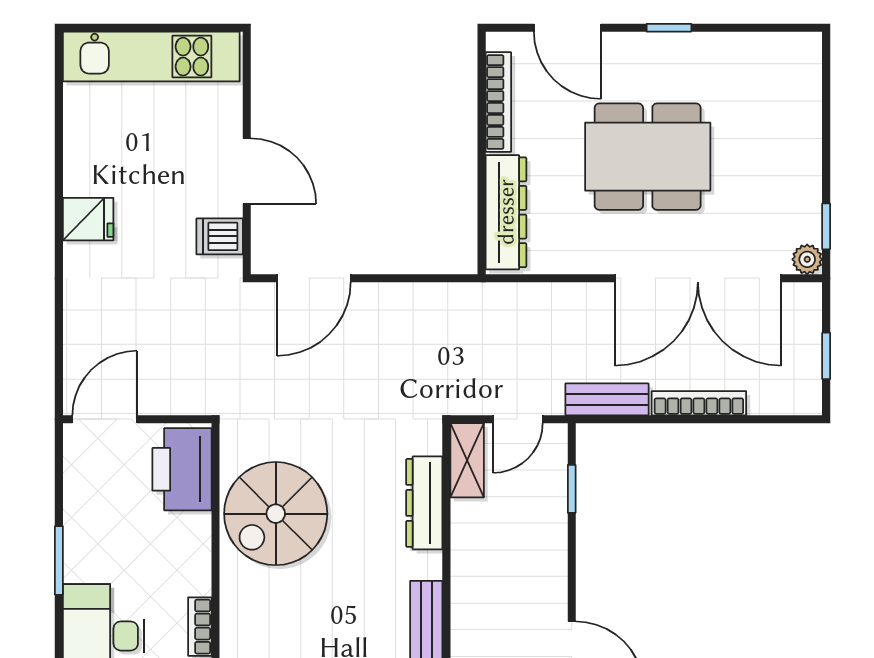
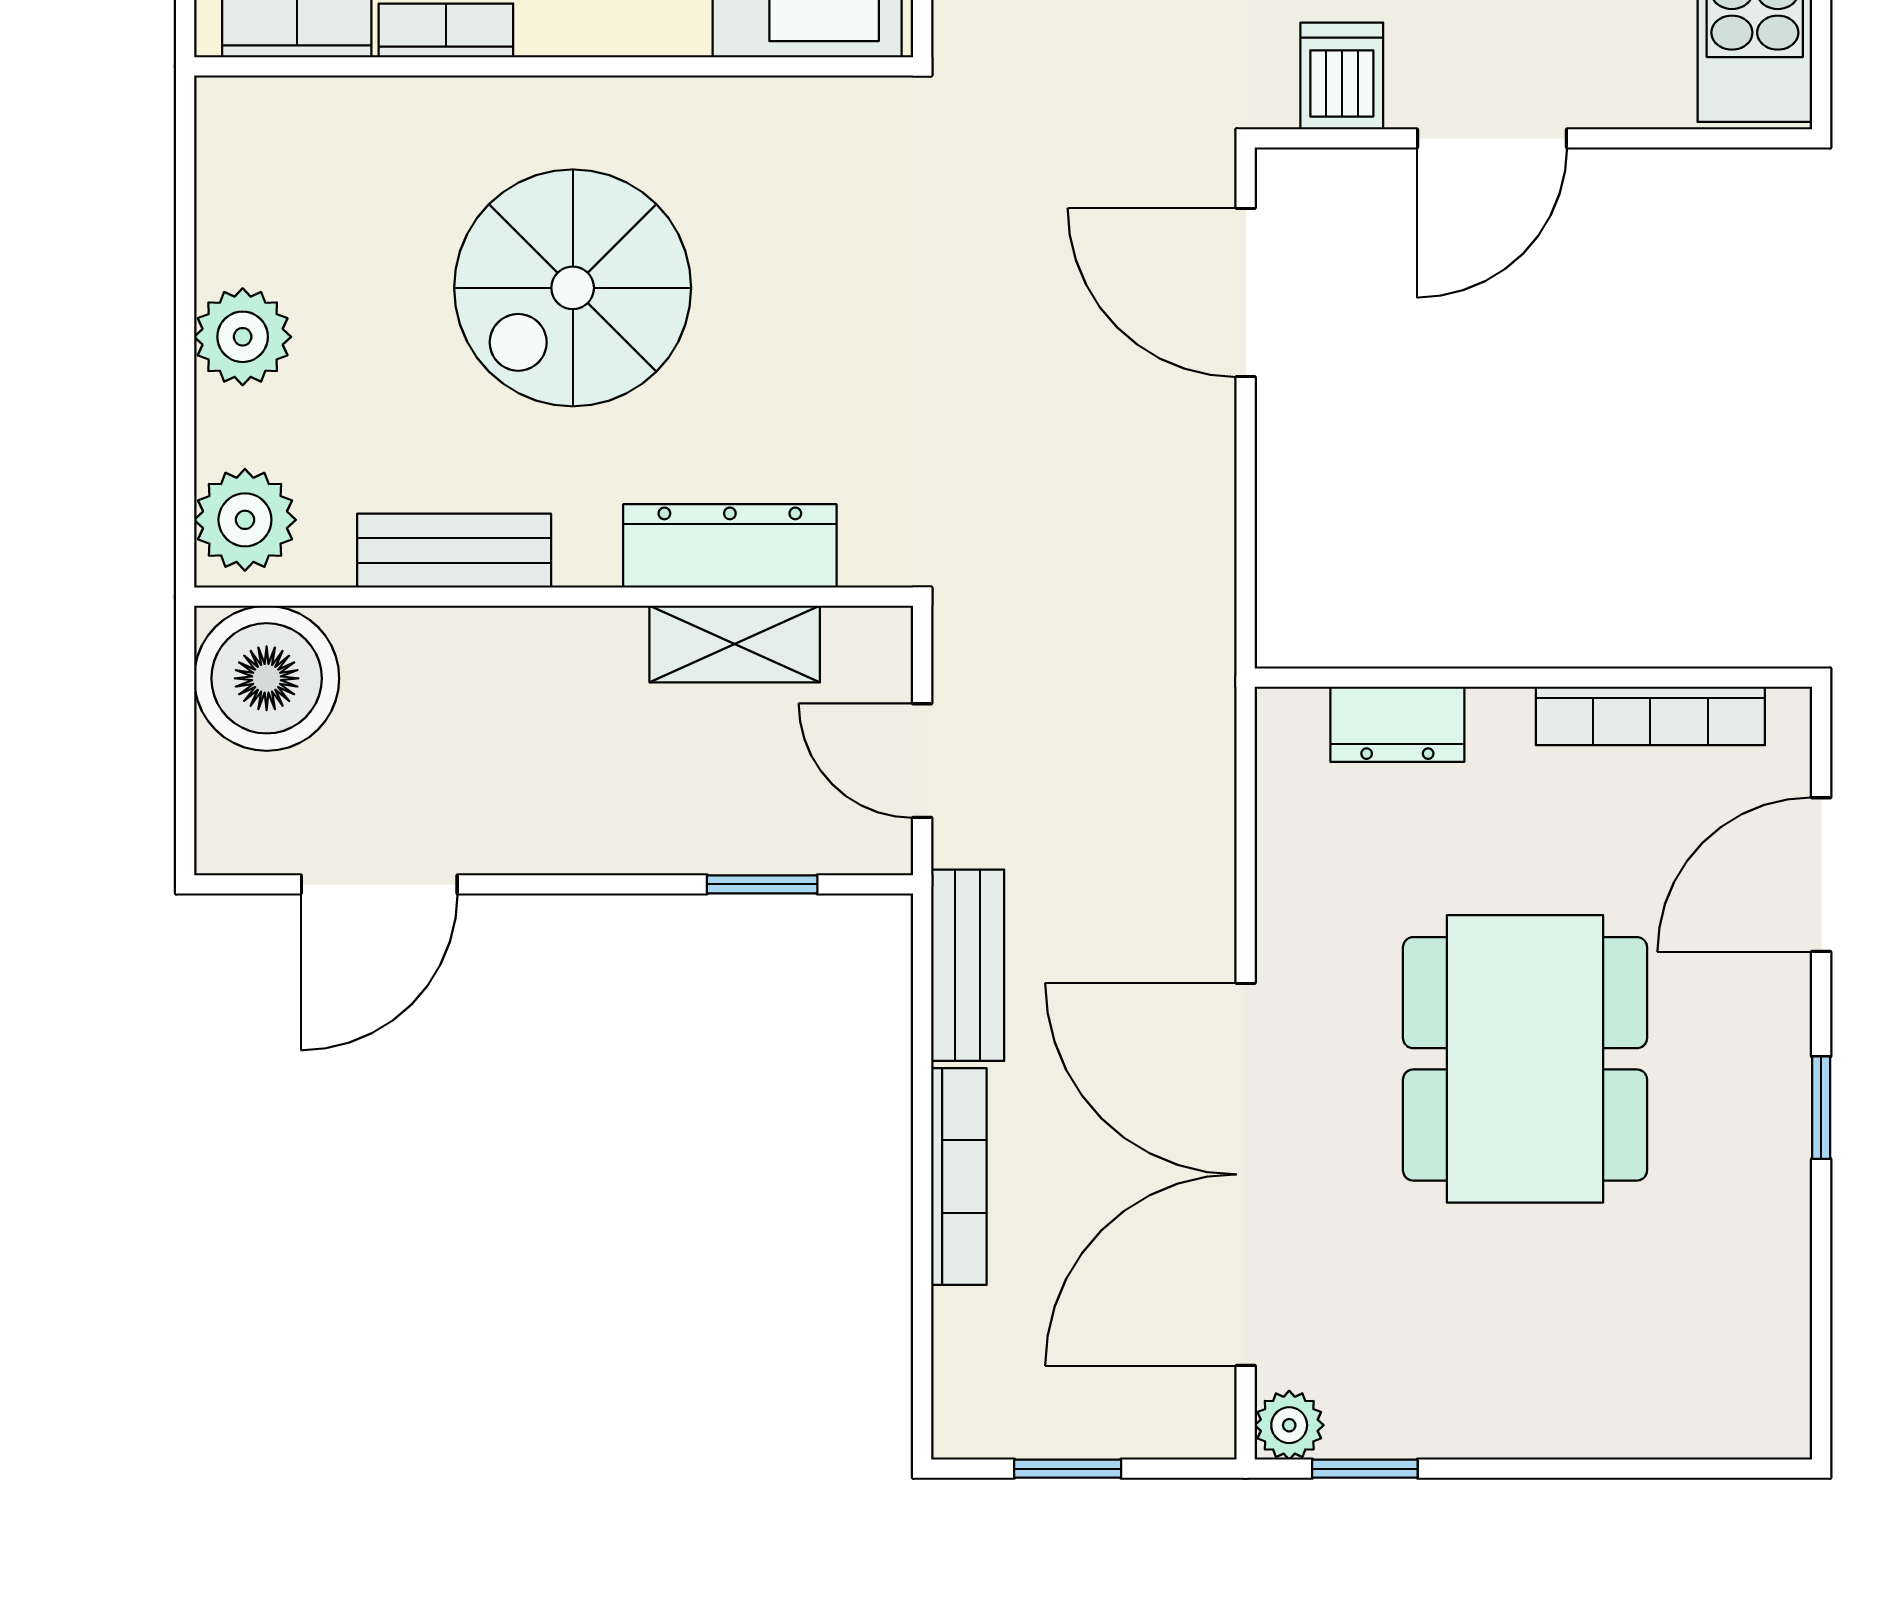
dresser: (506, 212) -> (1397, 724), width x0.51, depth x0.80
shelving: (467, 460) -> (735, 644), moved
spiral stairs: (276, 514) -> (573, 288), moved, turned -90

